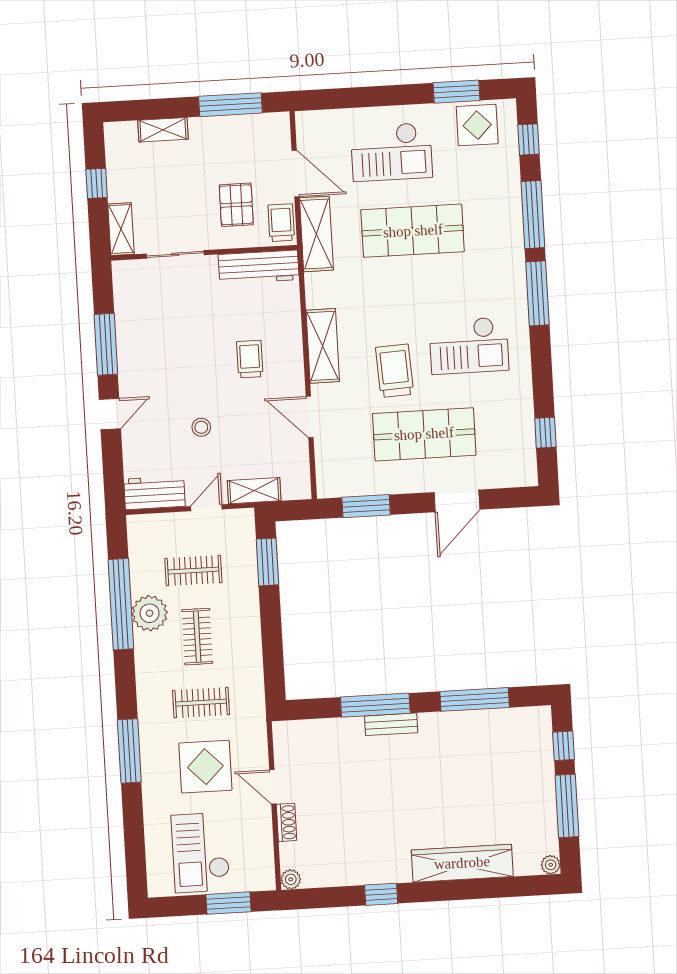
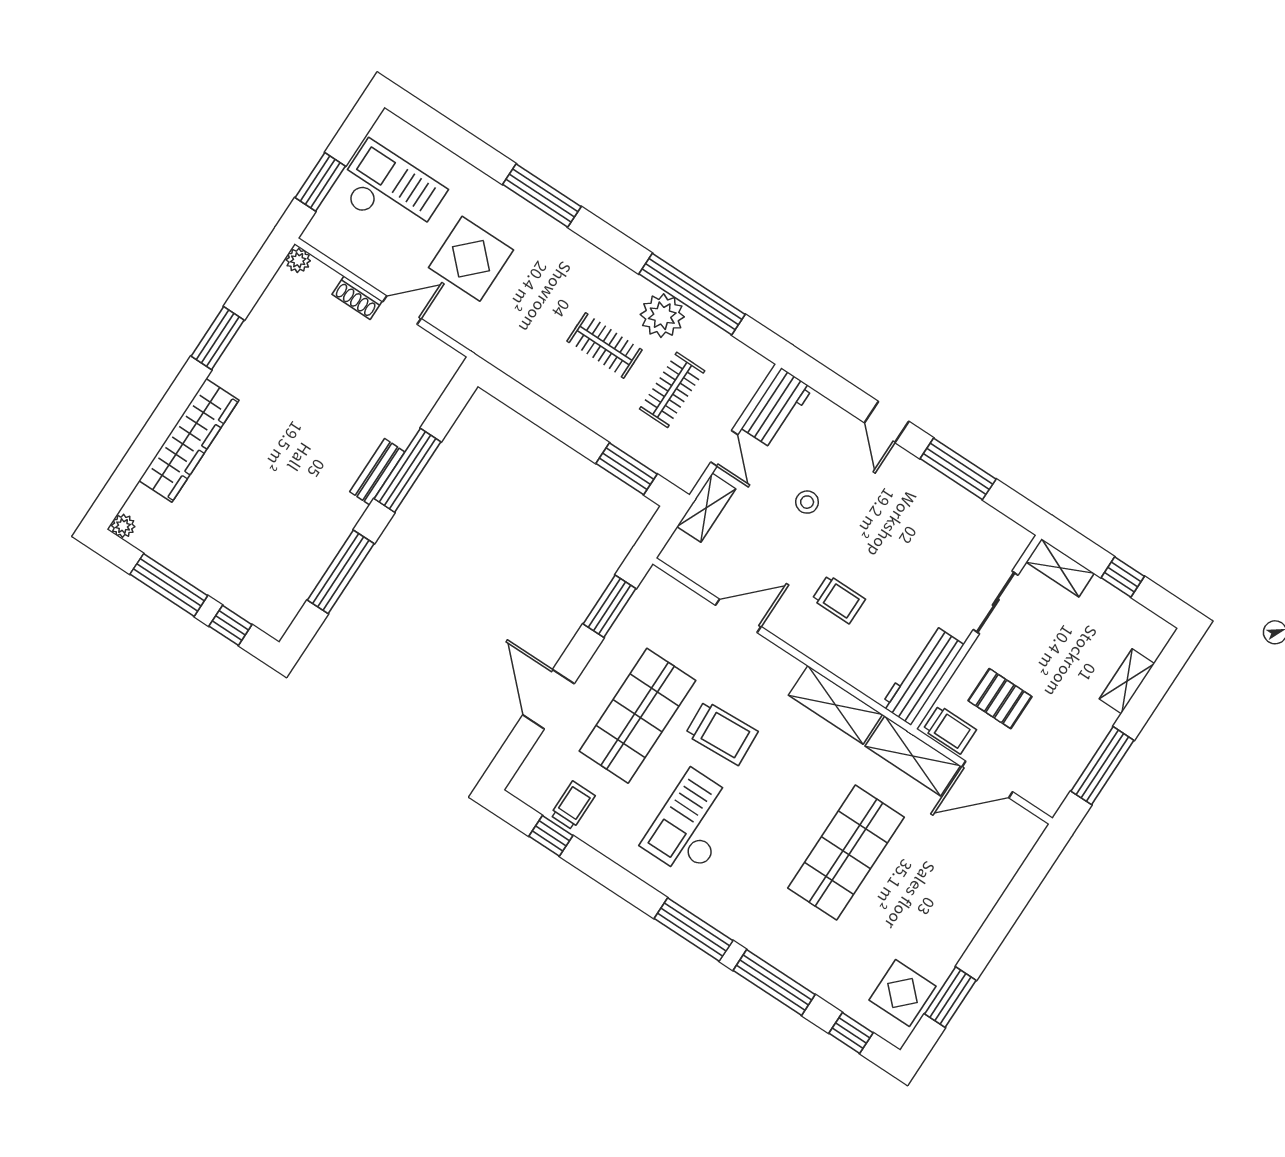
checkout: (391, 152) -> (939, 889), removed
shelving: (323, 346) -> (835, 705), moved
trolley: (515, 433) -> (573, 805), added
clothes rail: (201, 703) -> (537, 301), removed
window: (381, 894) -> (218, 338), width x1.50

